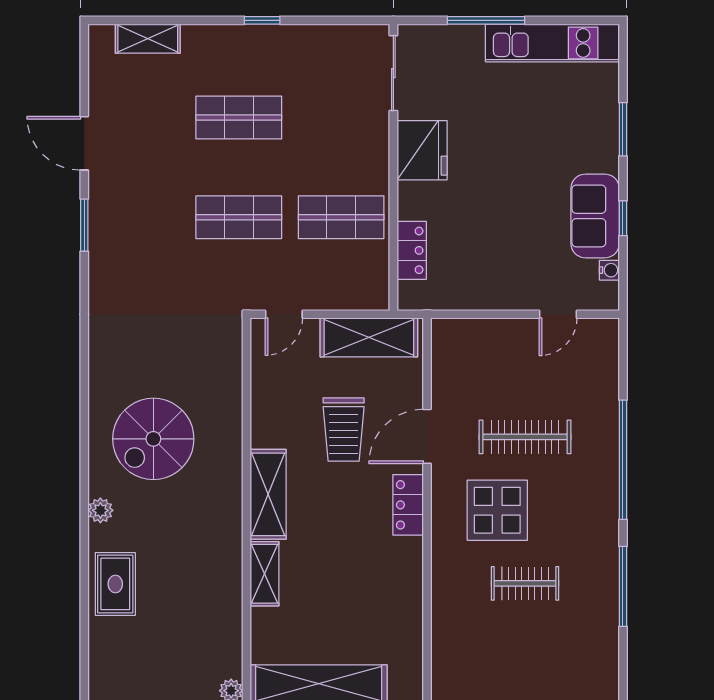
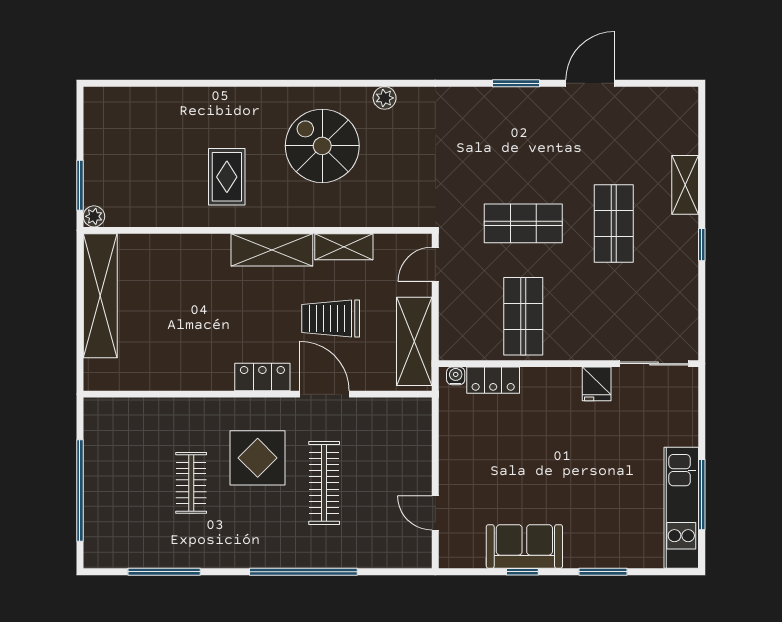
window: (486, 20) -> (702, 495), moved
shelving: (148, 39) -> (685, 185), moved
fridge: (422, 150) -> (597, 384), width x0.53, depth x0.75
shop shelf: (239, 217) -> (523, 223), turned 90
water cooler: (609, 270) -> (456, 376), moved, turned 180
door: (284, 314) -> (435, 264), hinge flipped
plant: (100, 510) -> (385, 98), moved
shelving: (265, 574) -> (344, 247), moved
rug: (115, 584) -> (227, 177), moved, turned 90
window: (623, 586) -> (164, 572), moved

